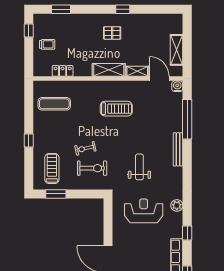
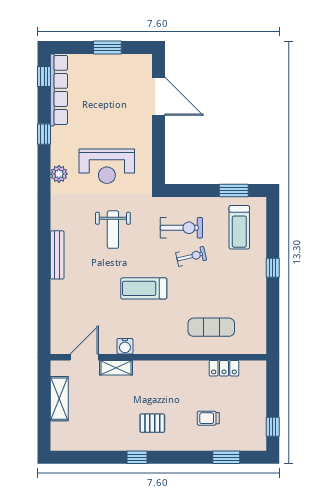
trolley: (47, 44) -> (208, 418), moved
shelving: (109, 70) -> (157, 370), removed
door: (159, 79) -> (84, 357), swing flipped
water cooler: (177, 86) -> (125, 346), moved
exercise mat: (54, 104) -> (211, 327), moved
treadmill: (116, 109) -> (144, 288), moved
window: (187, 119) -> (44, 298), removed
exercise bike: (92, 168) -> (181, 228), turned 180

